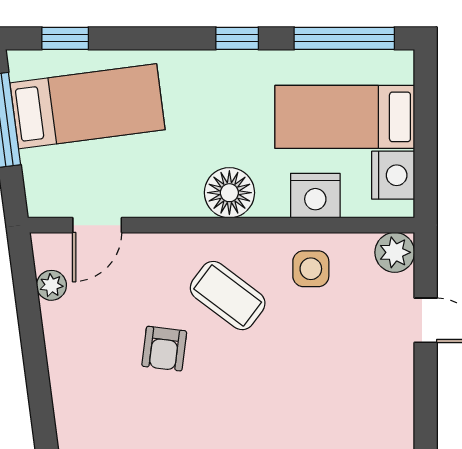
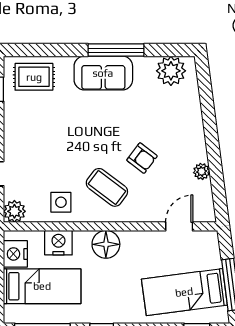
plant: (51, 285) -> (202, 171), moved
armchair: (164, 349) -> (142, 158), turned 120

